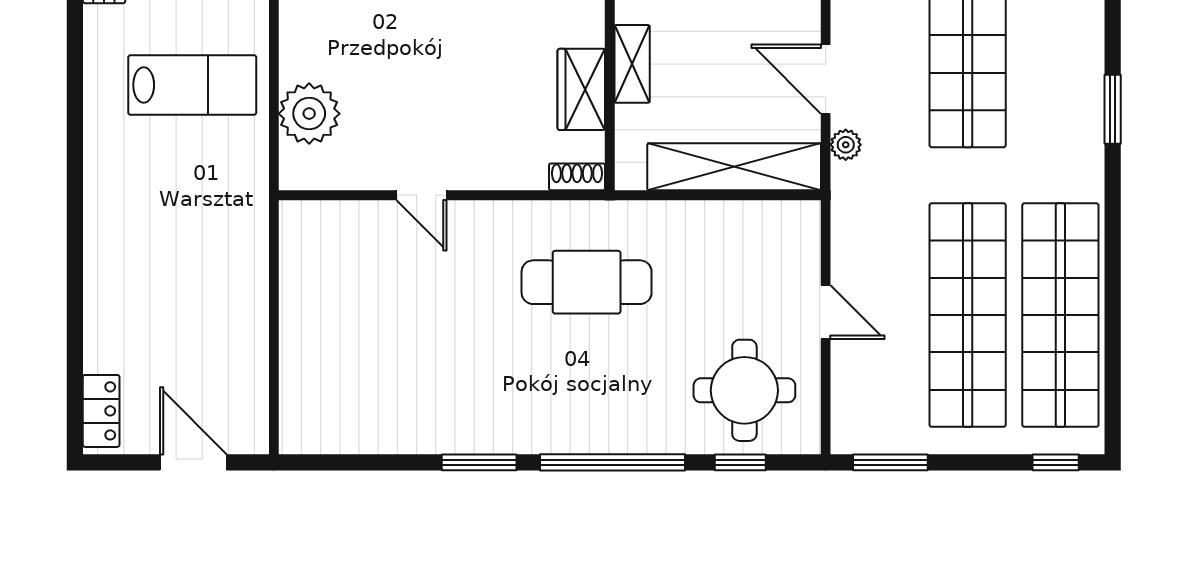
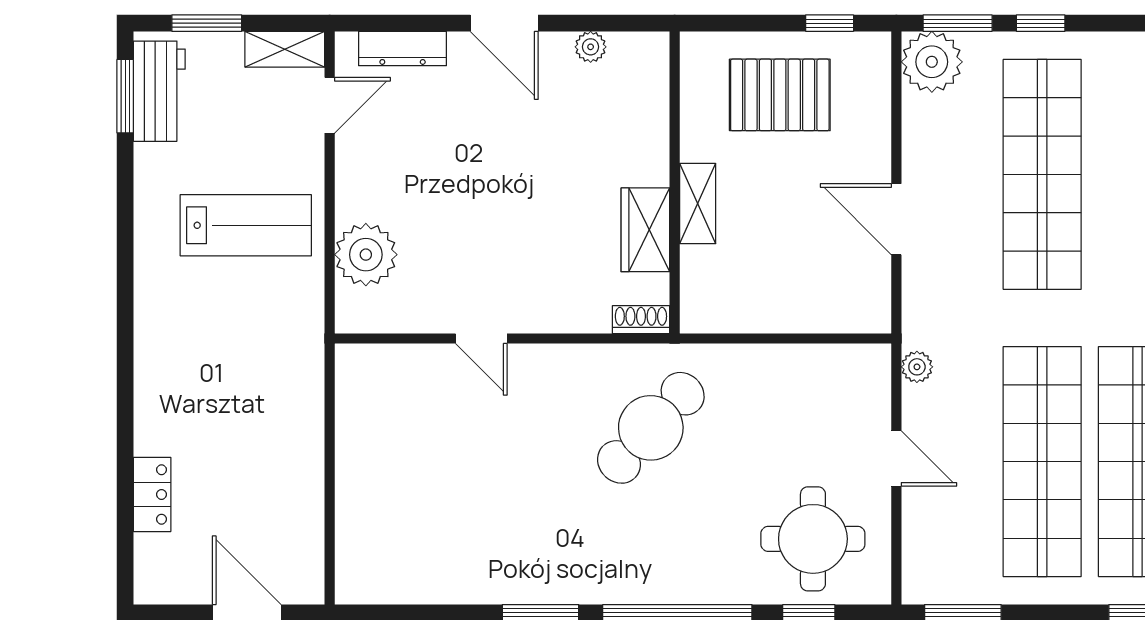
plant: (846, 145) -> (917, 367), moved
shelving: (734, 167) -> (802, 309), removed
cafe table: (587, 282) -> (651, 428), turned -47
locker: (101, 411) -> (152, 494), moved

